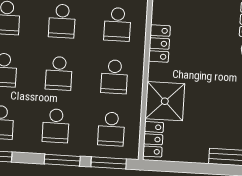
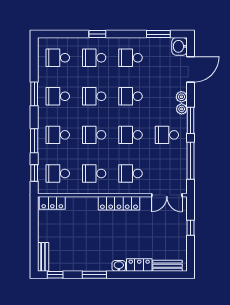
locker: (159, 44) -> (119, 203), width x1.53
shower: (165, 101) -> (79, 209), removed
window: (109, 163) -> (34, 173), width x0.67

